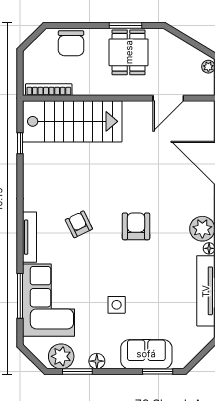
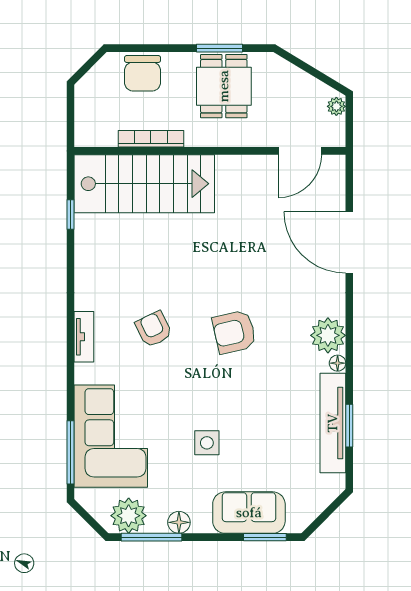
bookcase: (49, 90) -> (151, 139), moved
door: (168, 98) -> (300, 151), moved
armchair: (136, 226) -> (234, 332), turned -103
tv unit: (30, 237) -> (84, 337), width x0.71
window: (20, 296) -> (71, 452), moved
window: (77, 372) -> (151, 537), width x1.44

